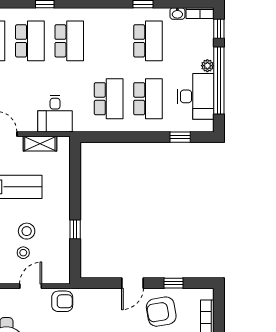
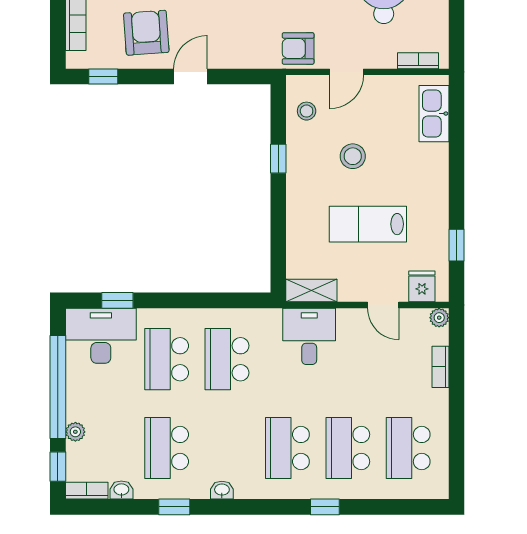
washbasin: (112, 13) -> (222, 490), added
plant: (207, 66) -> (75, 432), moved
desk: (196, 96) -> (101, 336), moved, turned 90
shelving: (40, 144) -> (311, 290), moved
stool: (23, 253) -> (307, 111), moved
window: (174, 283) -> (103, 77), moved
armchair: (161, 312) -> (146, 33), turned -84

